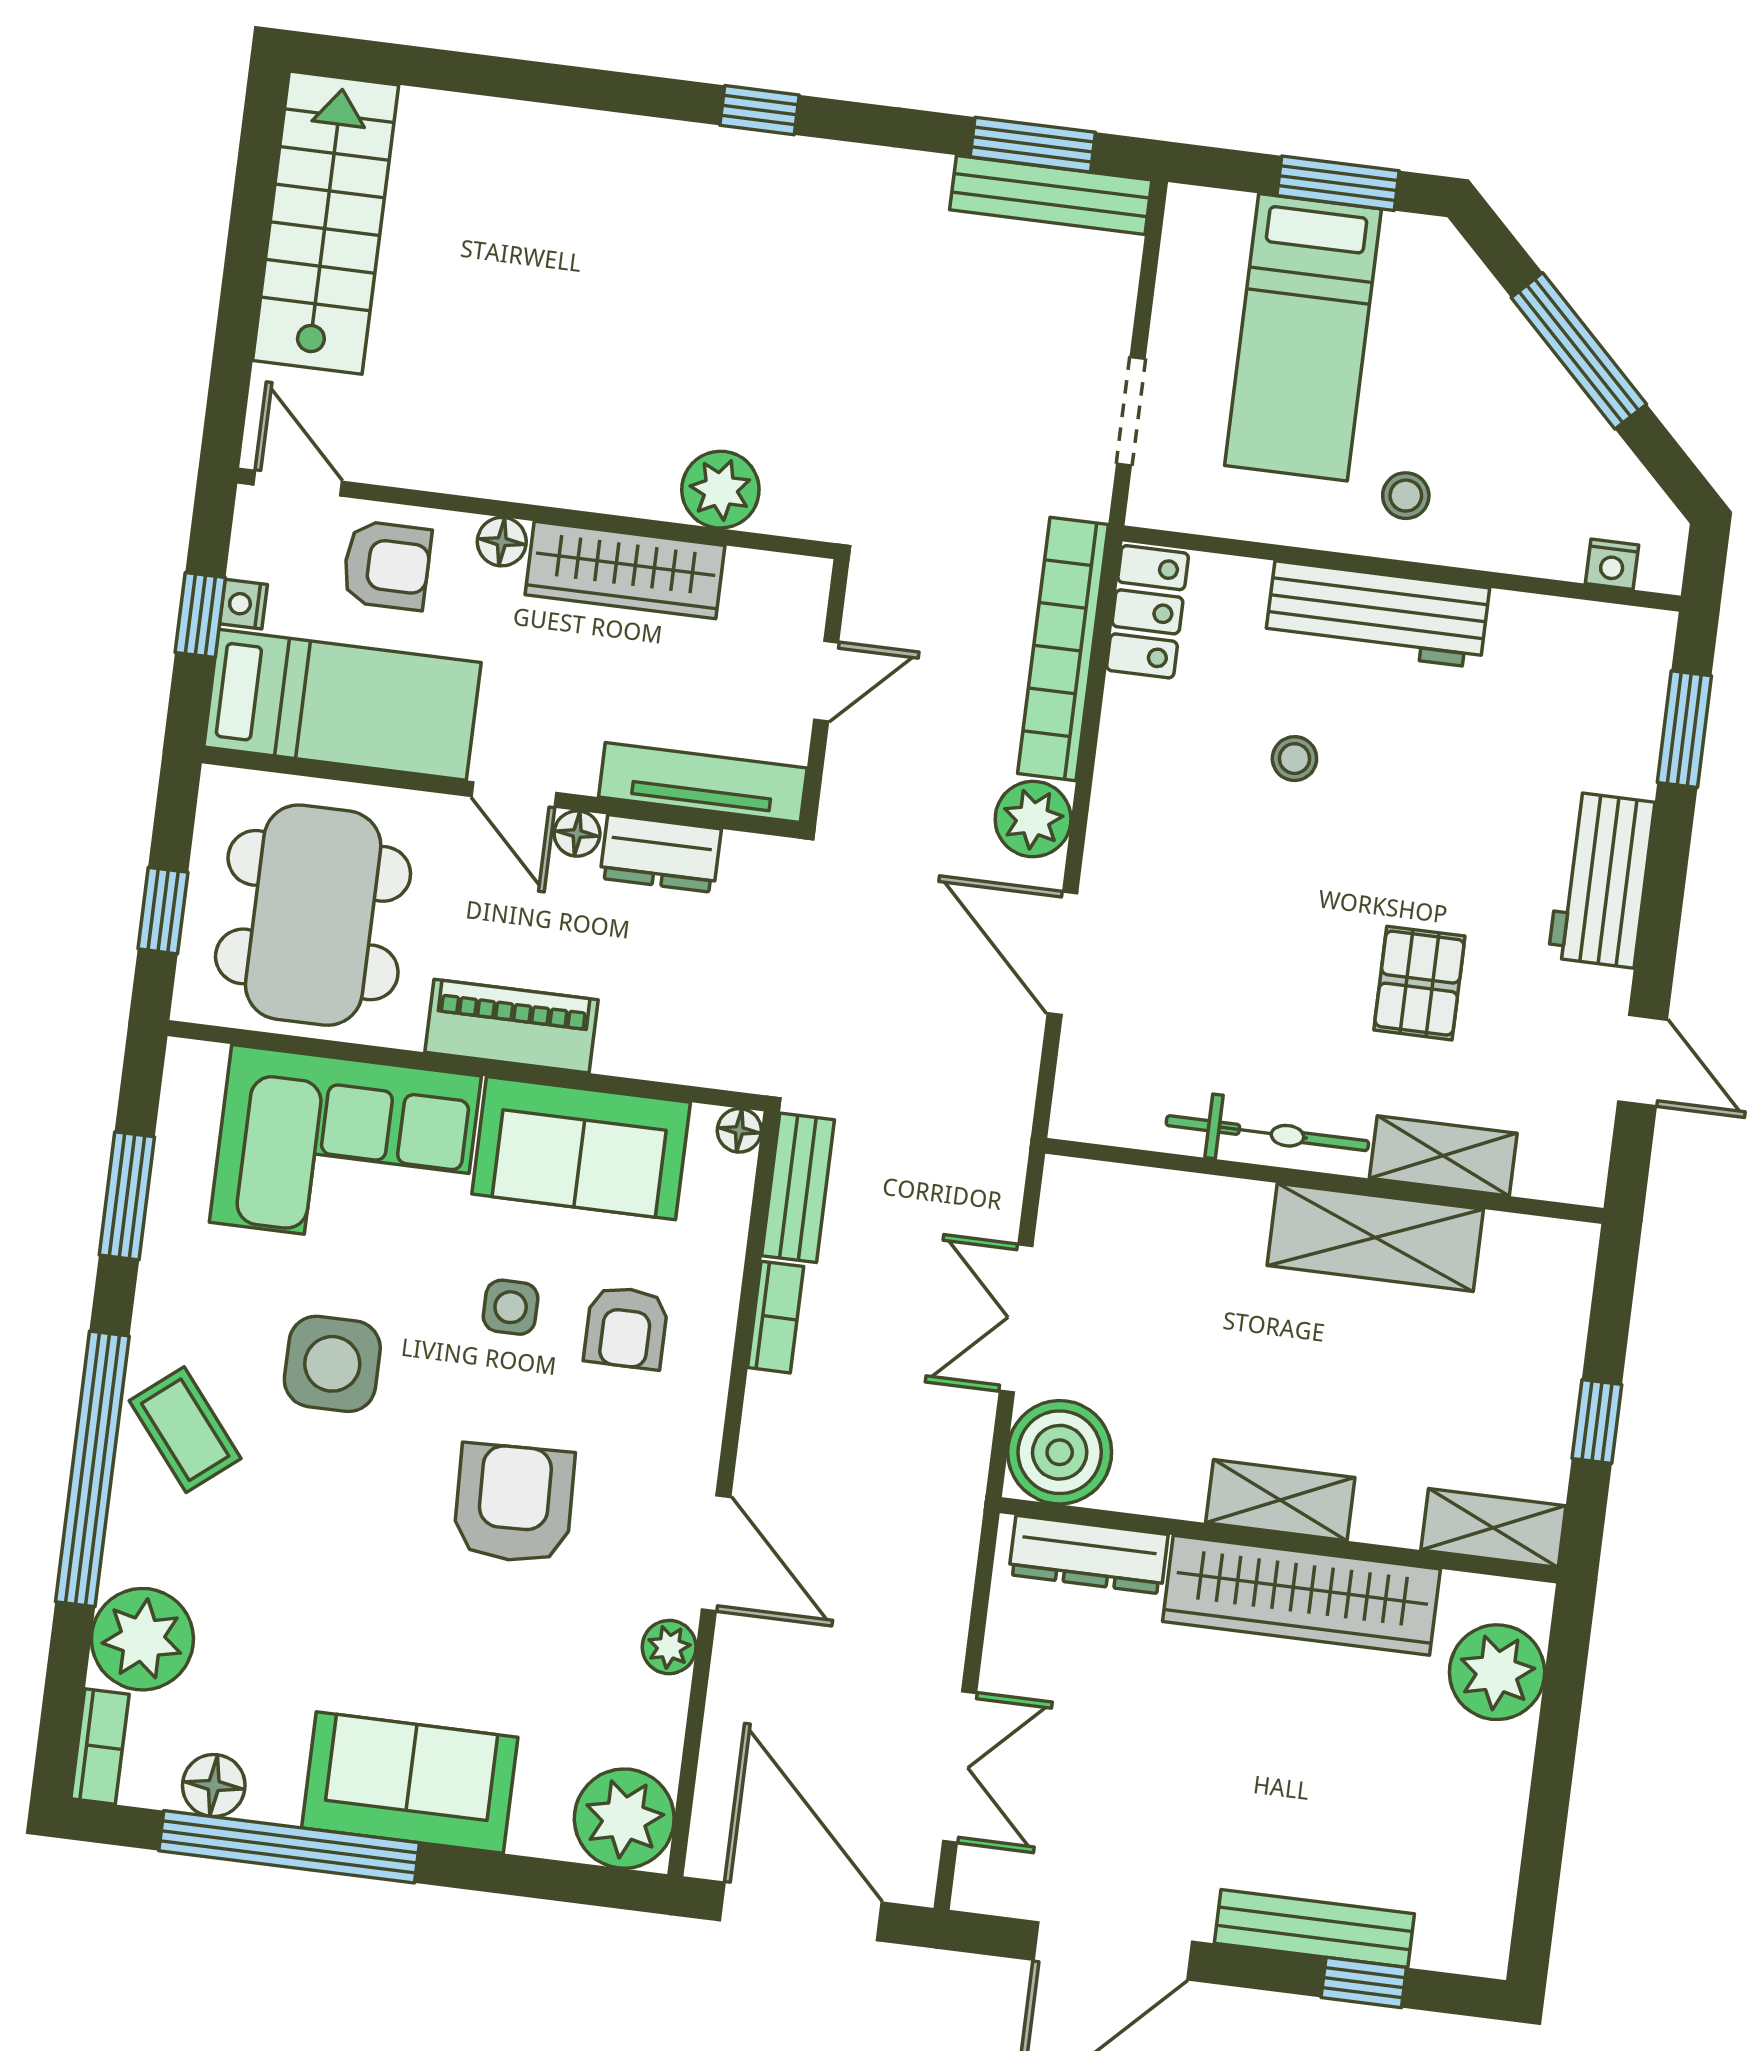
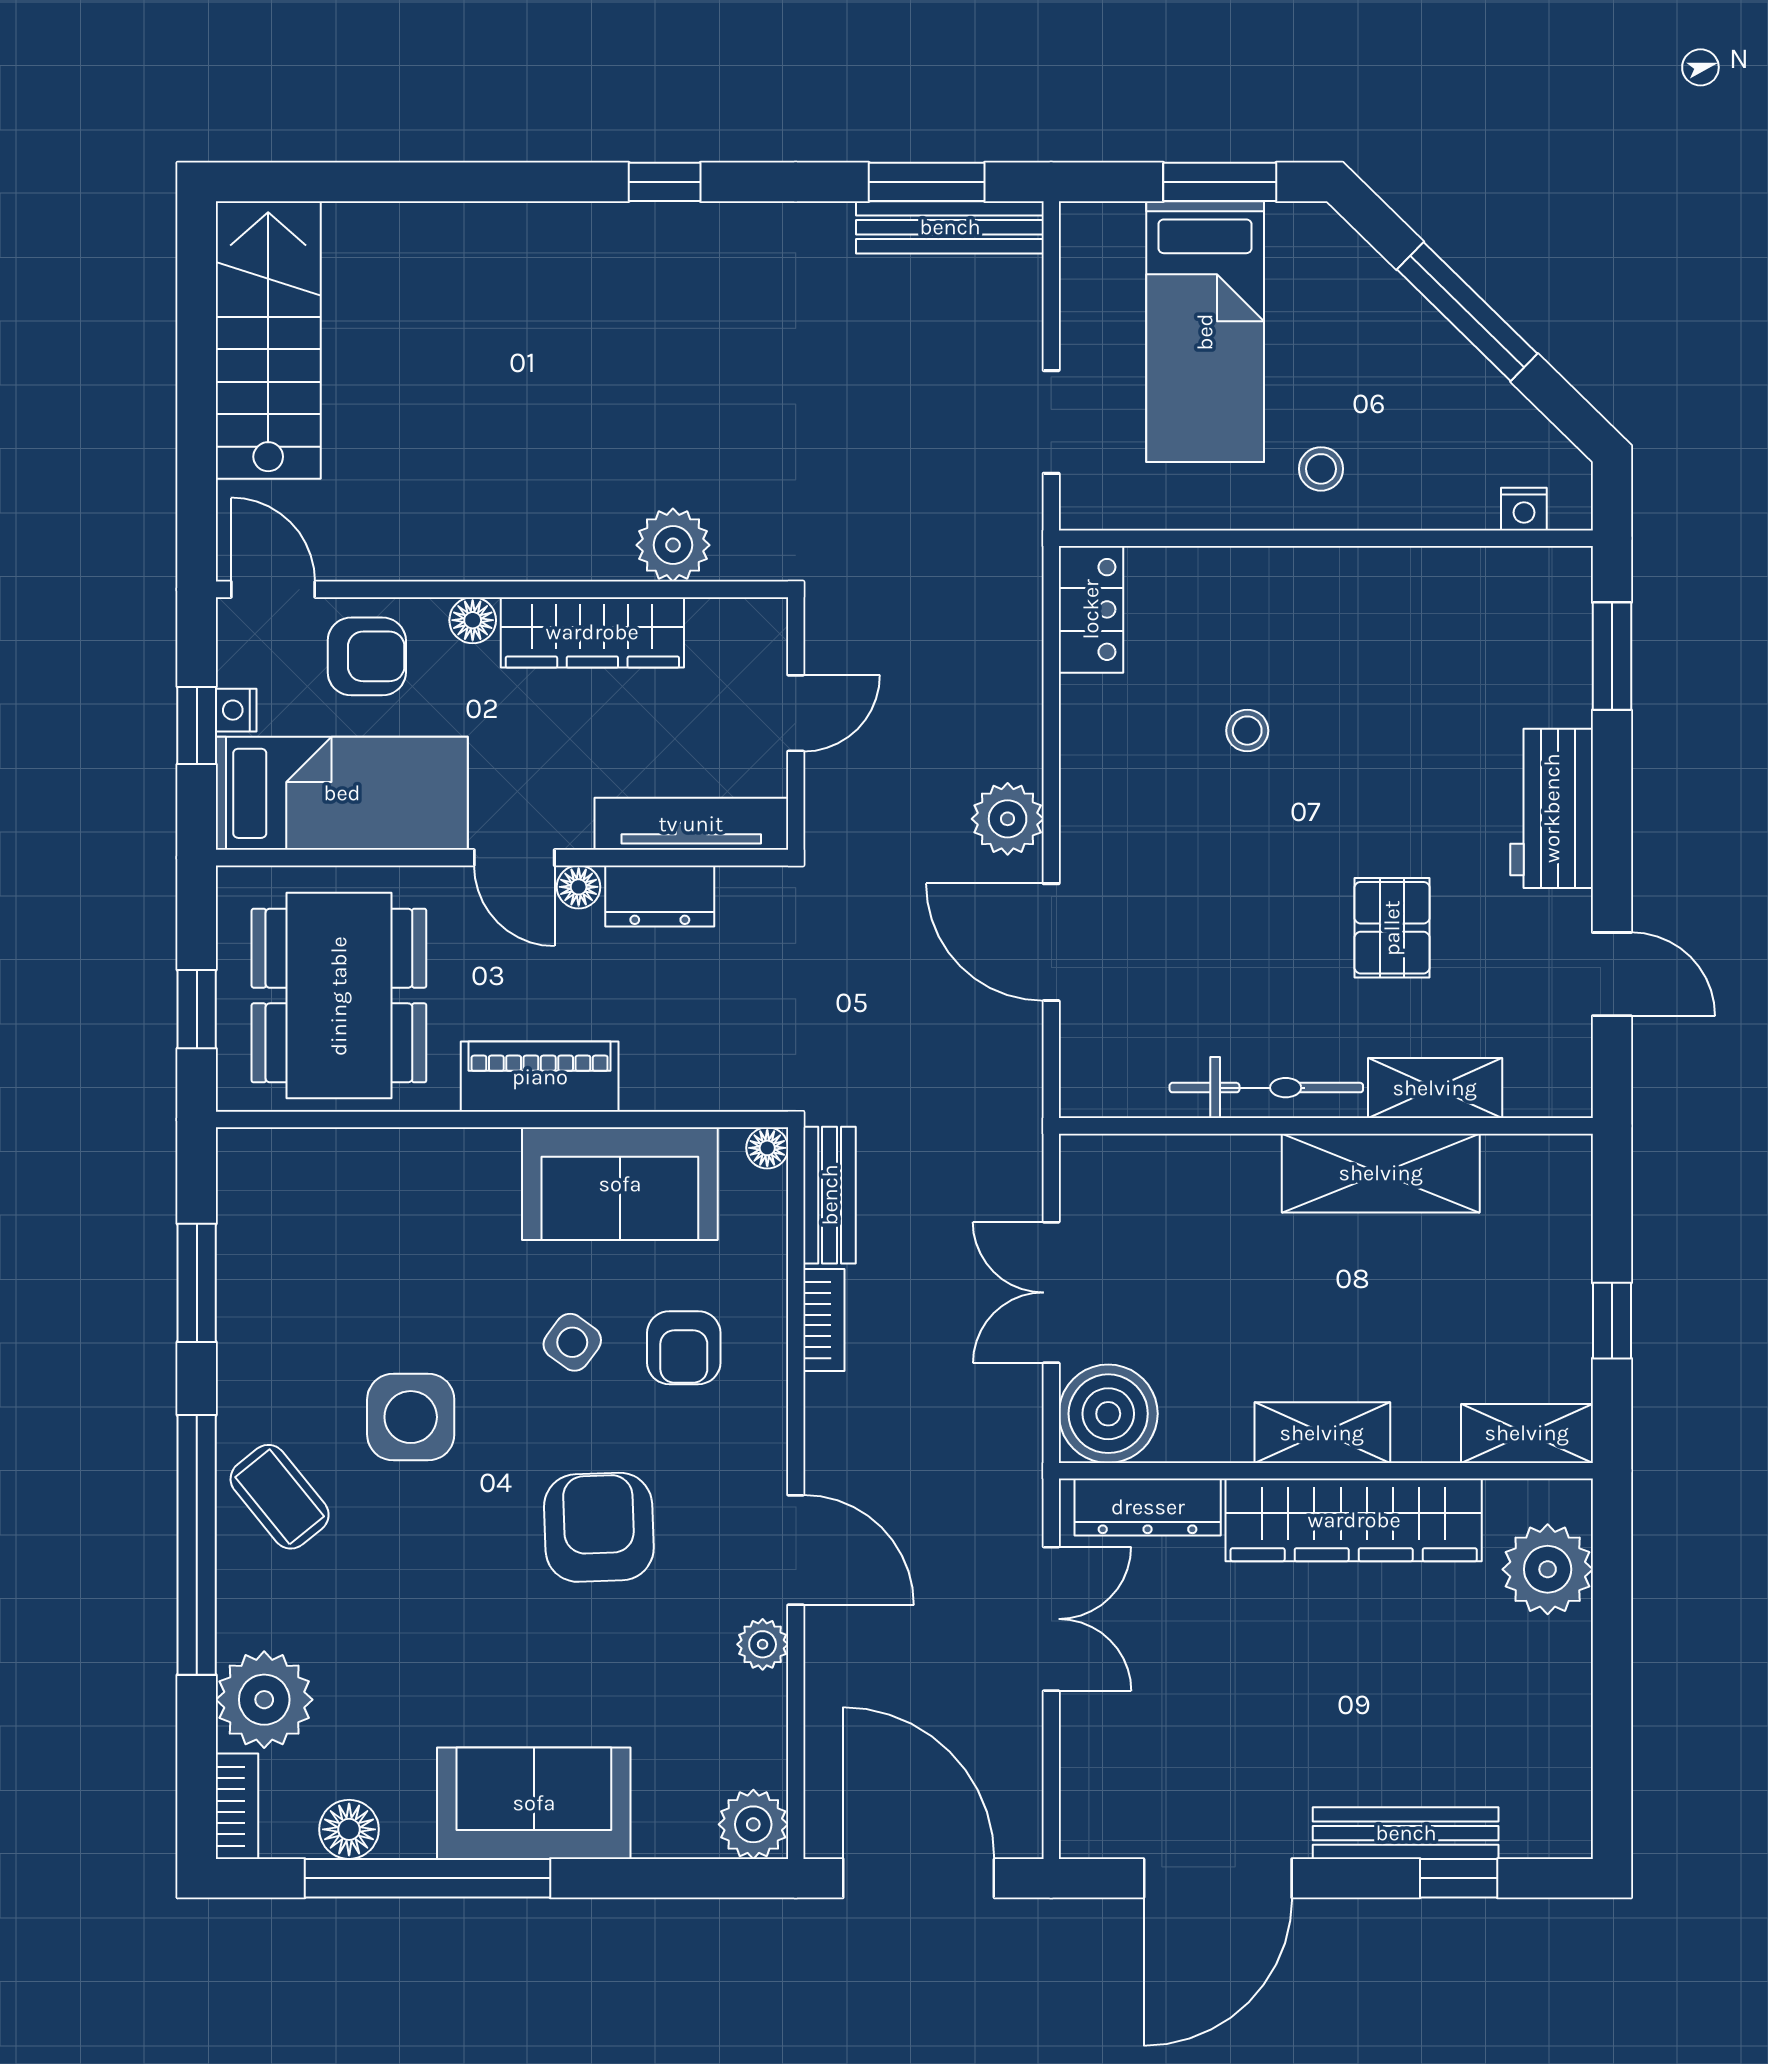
workbench: (1377, 615) -> (1308, 585), removed
bookcase: (1063, 649) -> (1016, 655), removed
corner sofa: (345, 1149) -> (397, 1213), removed
side table: (511, 1307) -> (572, 1342), turned 36
double door: (960, 1767) -> (1051, 1619), moved
plant: (624, 1819) -> (753, 1824), width x0.73, depth x0.73

